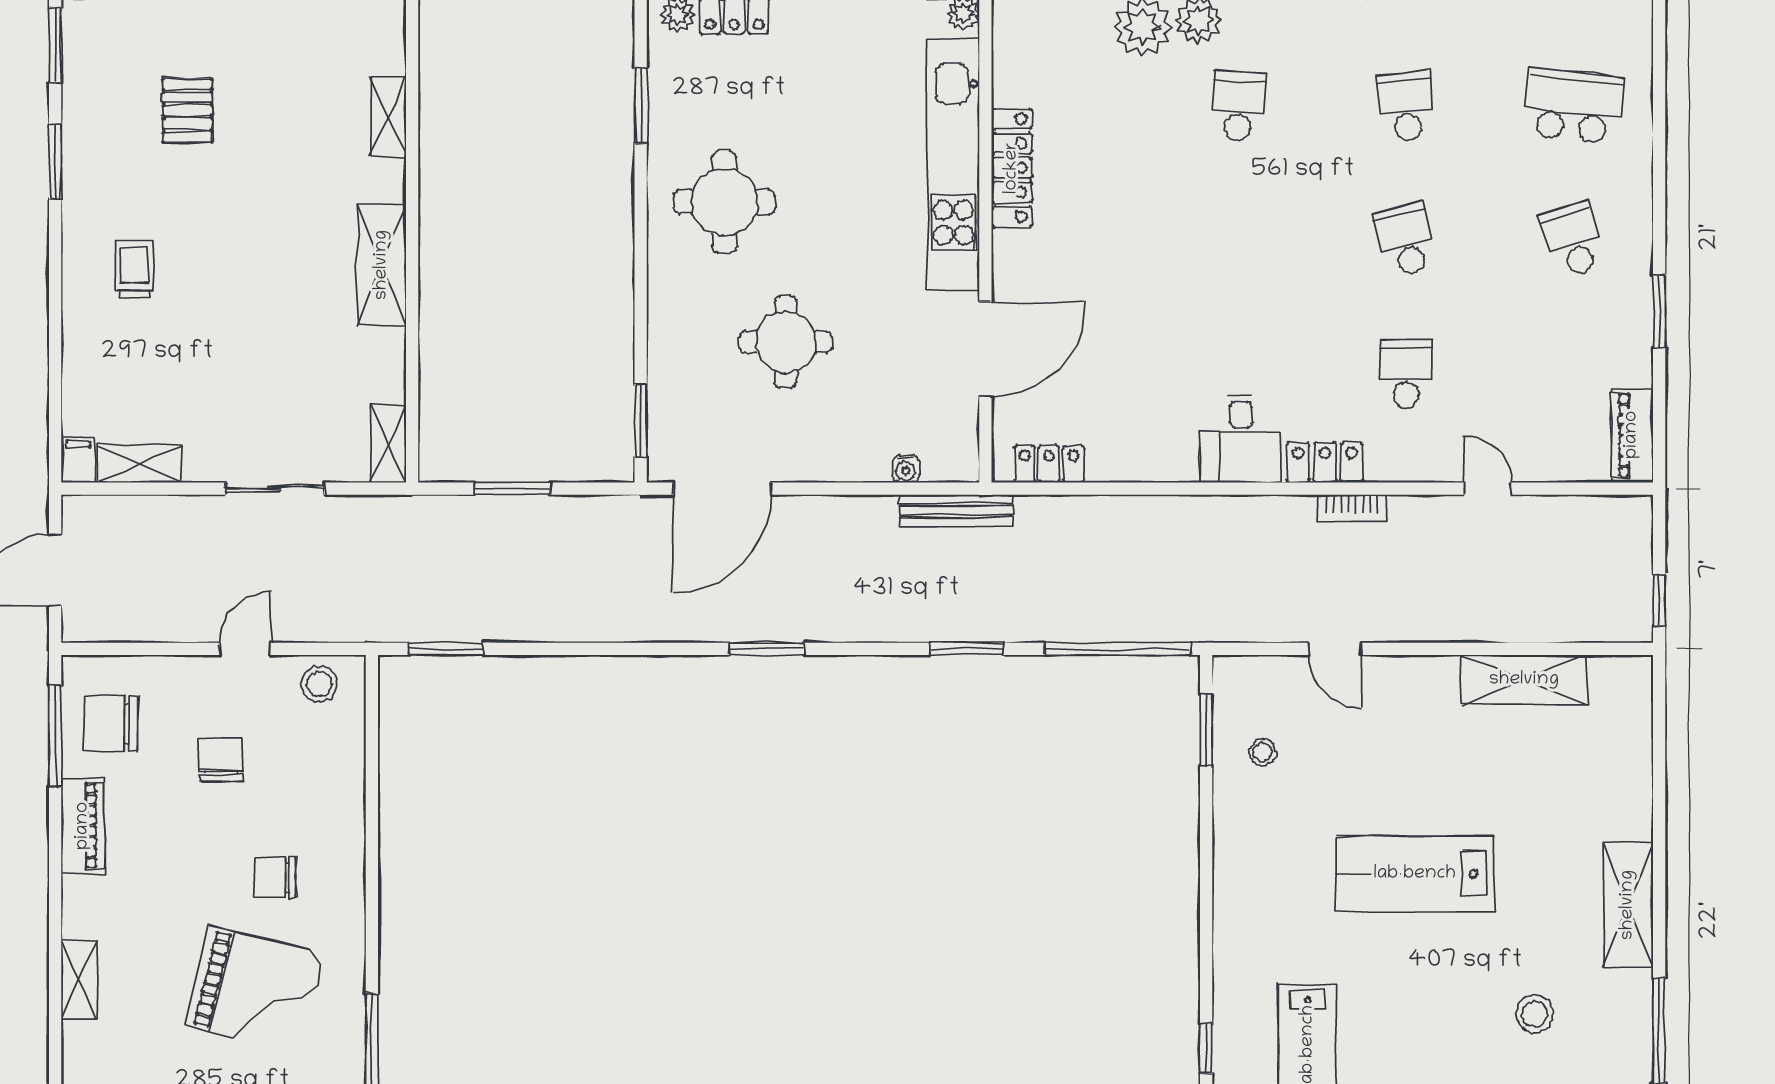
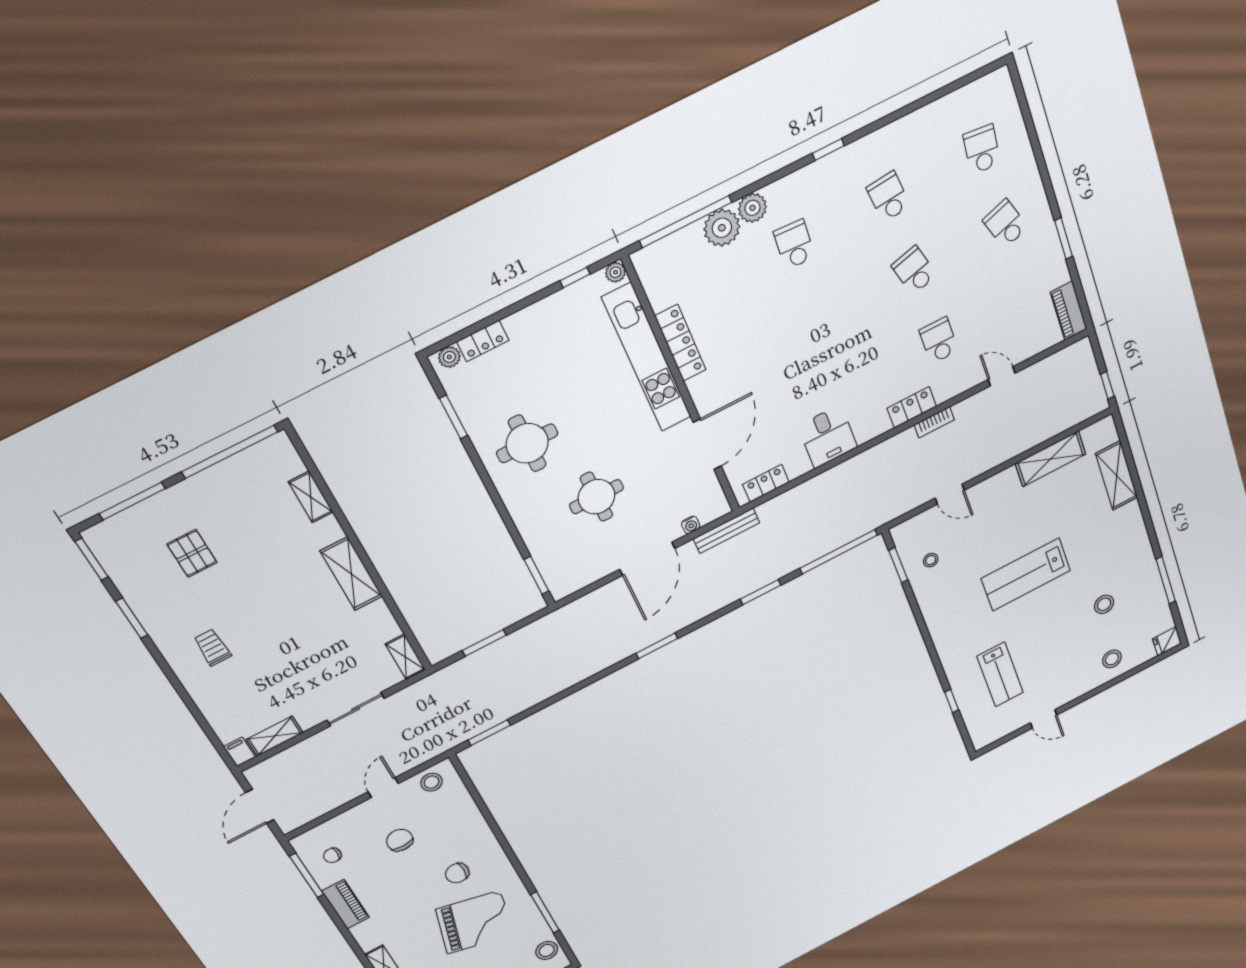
school desk: (1573, 106) -> (982, 149), width x0.54
desk: (1241, 439) -> (828, 437), moved
door: (722, 489) -> (647, 559), moved
chair: (110, 723) -> (332, 855), width x0.54, depth x0.54
shelving: (1628, 905) -> (1117, 476), moved

